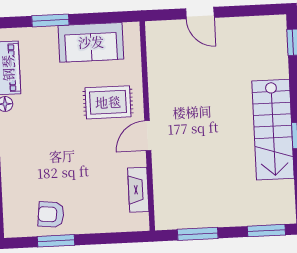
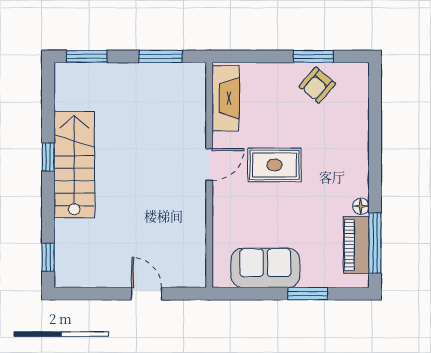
rug: (108, 102) -> (275, 165), moved
fireplace: (138, 190) -> (226, 98), width x1.37, depth x1.32
armchair: (51, 214) -> (317, 85), turned 125

